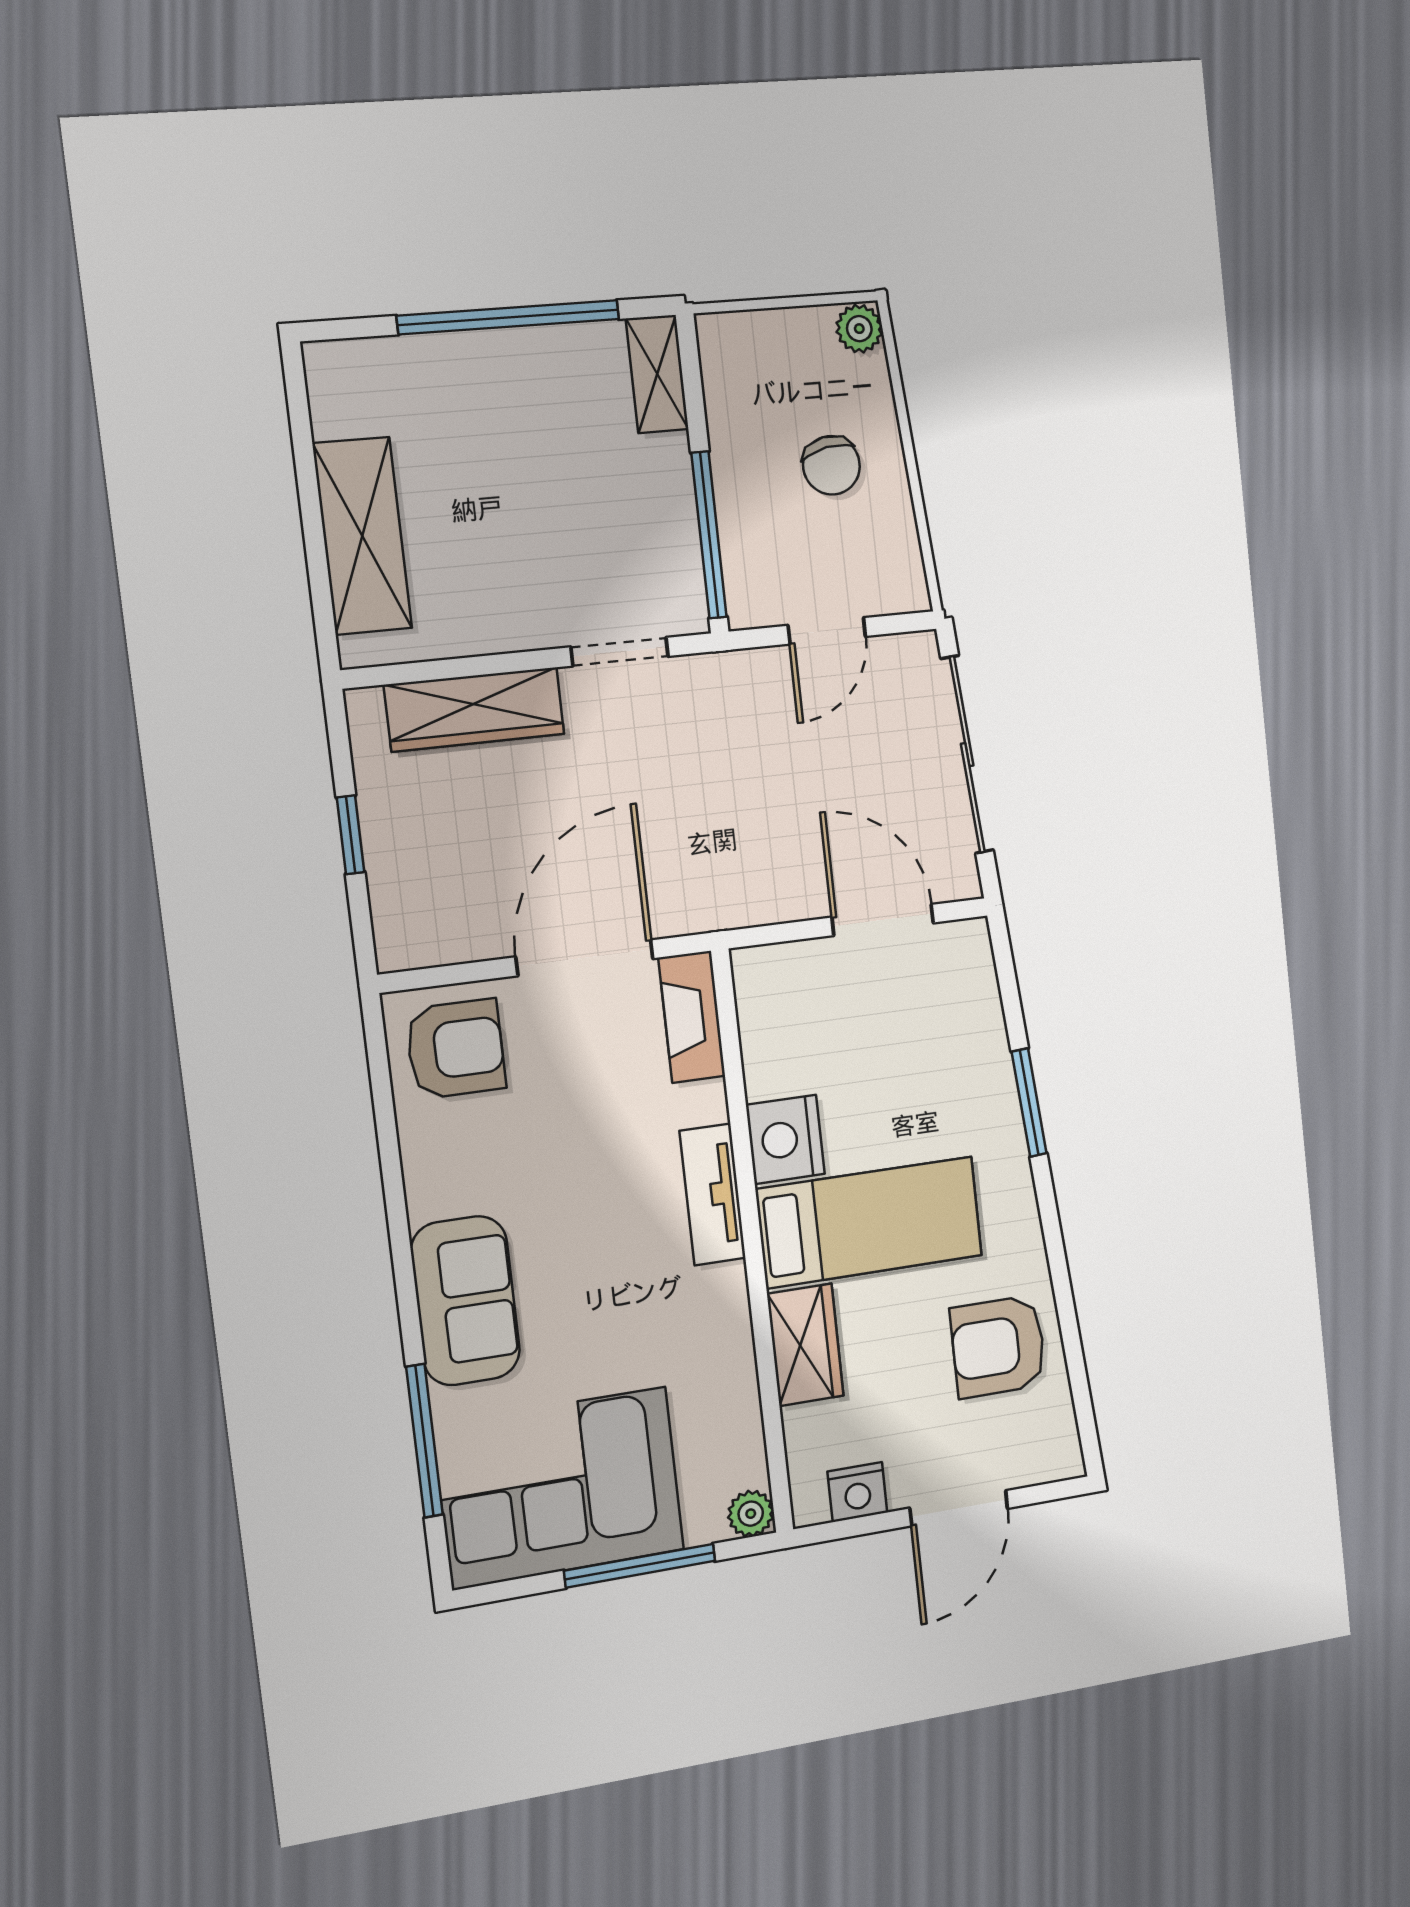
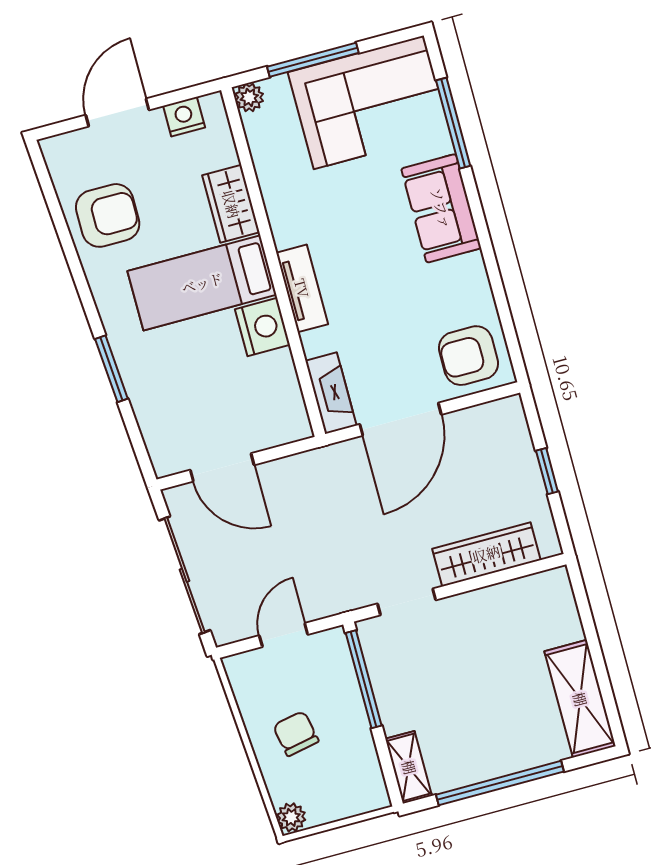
shelving: (362, 536) -> (580, 699), moved

